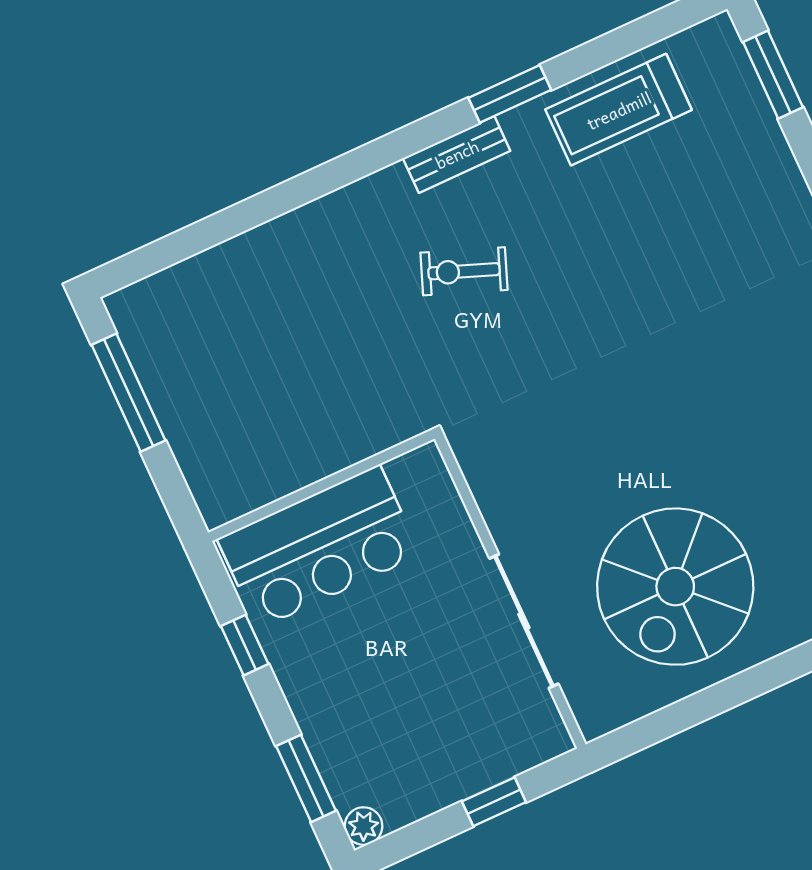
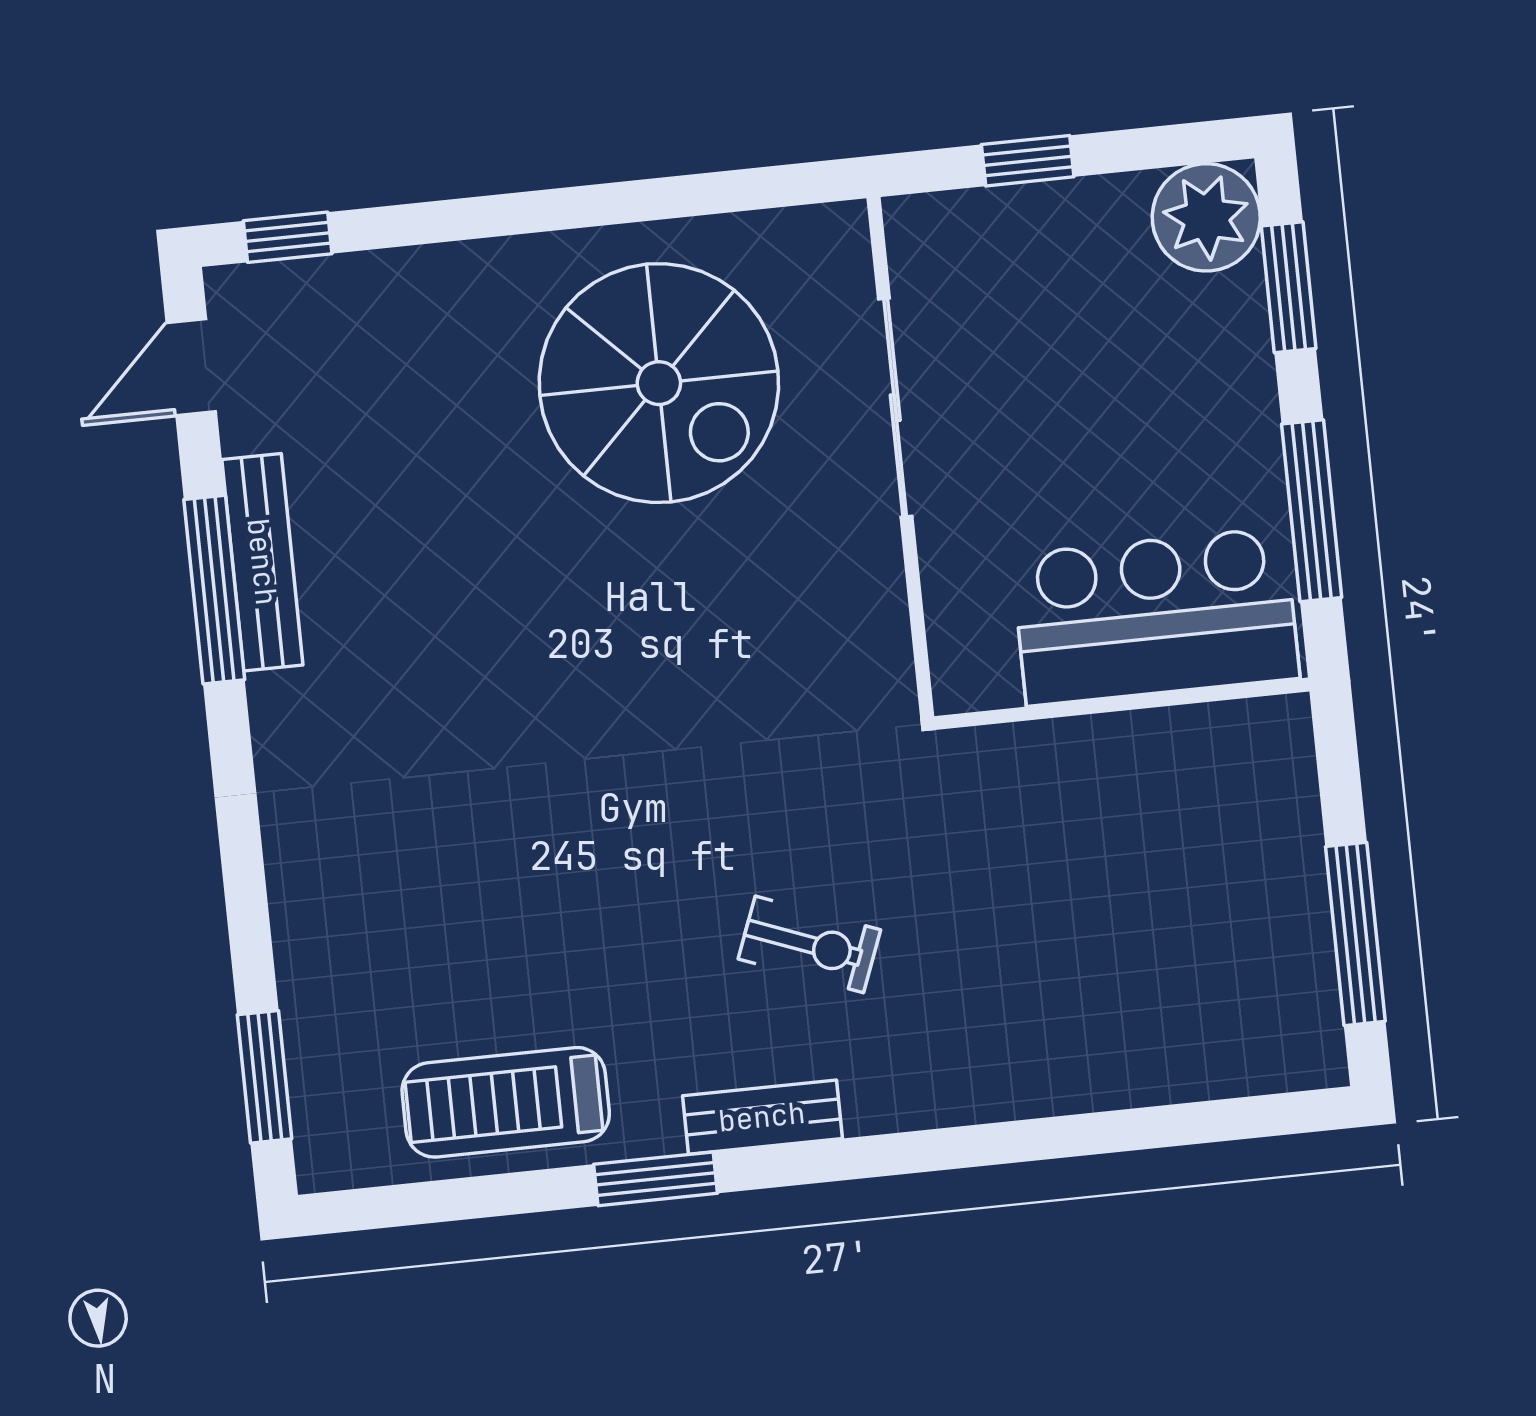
treadmill: (619, 110) -> (506, 1102), turned 180
spiral stairs: (675, 587) -> (659, 383), turned 90
window: (245, 645) -> (1312, 511), width x2.17
plant: (364, 826) -> (1206, 217), width x1.88, depth x1.88

